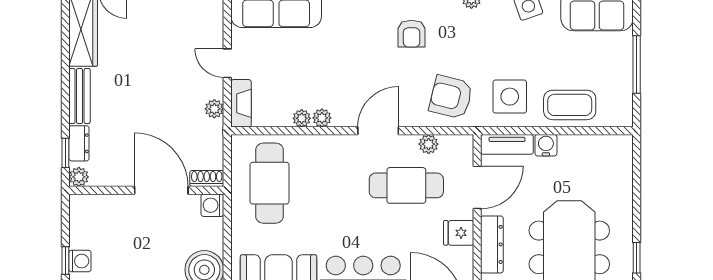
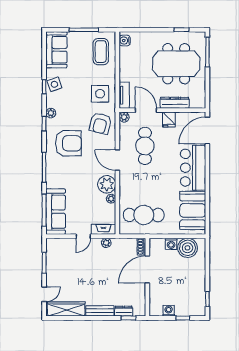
armchair: (412, 34) -> (68, 143), width x1.88, depth x1.88
coffee table: (570, 105) -> (101, 52), moved
plant: (322, 118) -> (107, 184), width x1.88, depth x1.88
plant: (429, 144) -> (124, 117), moved
water cooler: (546, 145) -> (125, 41), moved
plant: (79, 177) -> (141, 311), removed
washing machine: (212, 205) -> (171, 244), moved
washing machine: (80, 261) -> (169, 311), moved

